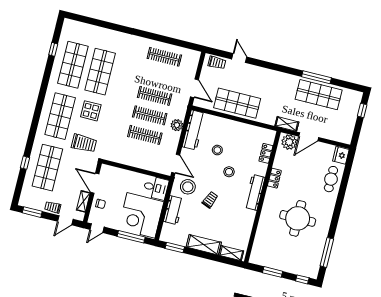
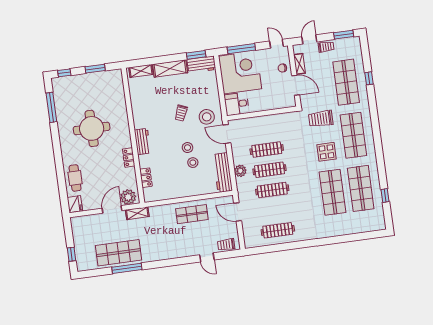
shop shelf: (237, 103) -> (192, 214), width x0.70, depth x0.74
stool: (229, 172) -> (188, 148), moved
workbench: (255, 192) -> (142, 142), width x0.73
workbench: (173, 210) -> (201, 65), moved, turned -90
door: (97, 228) -> (277, 44), hinge flipped

